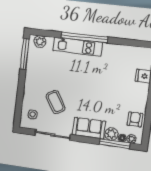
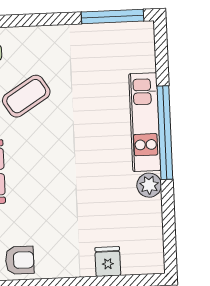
plant: (40, 41) -> (149, 185), moved

